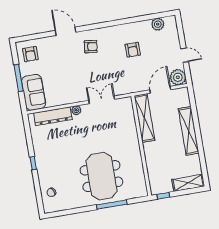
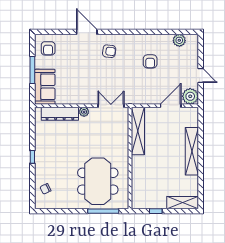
shelving: (144, 118) -> (138, 131), moved
wall: (141, 146) -> (130, 158), moved

